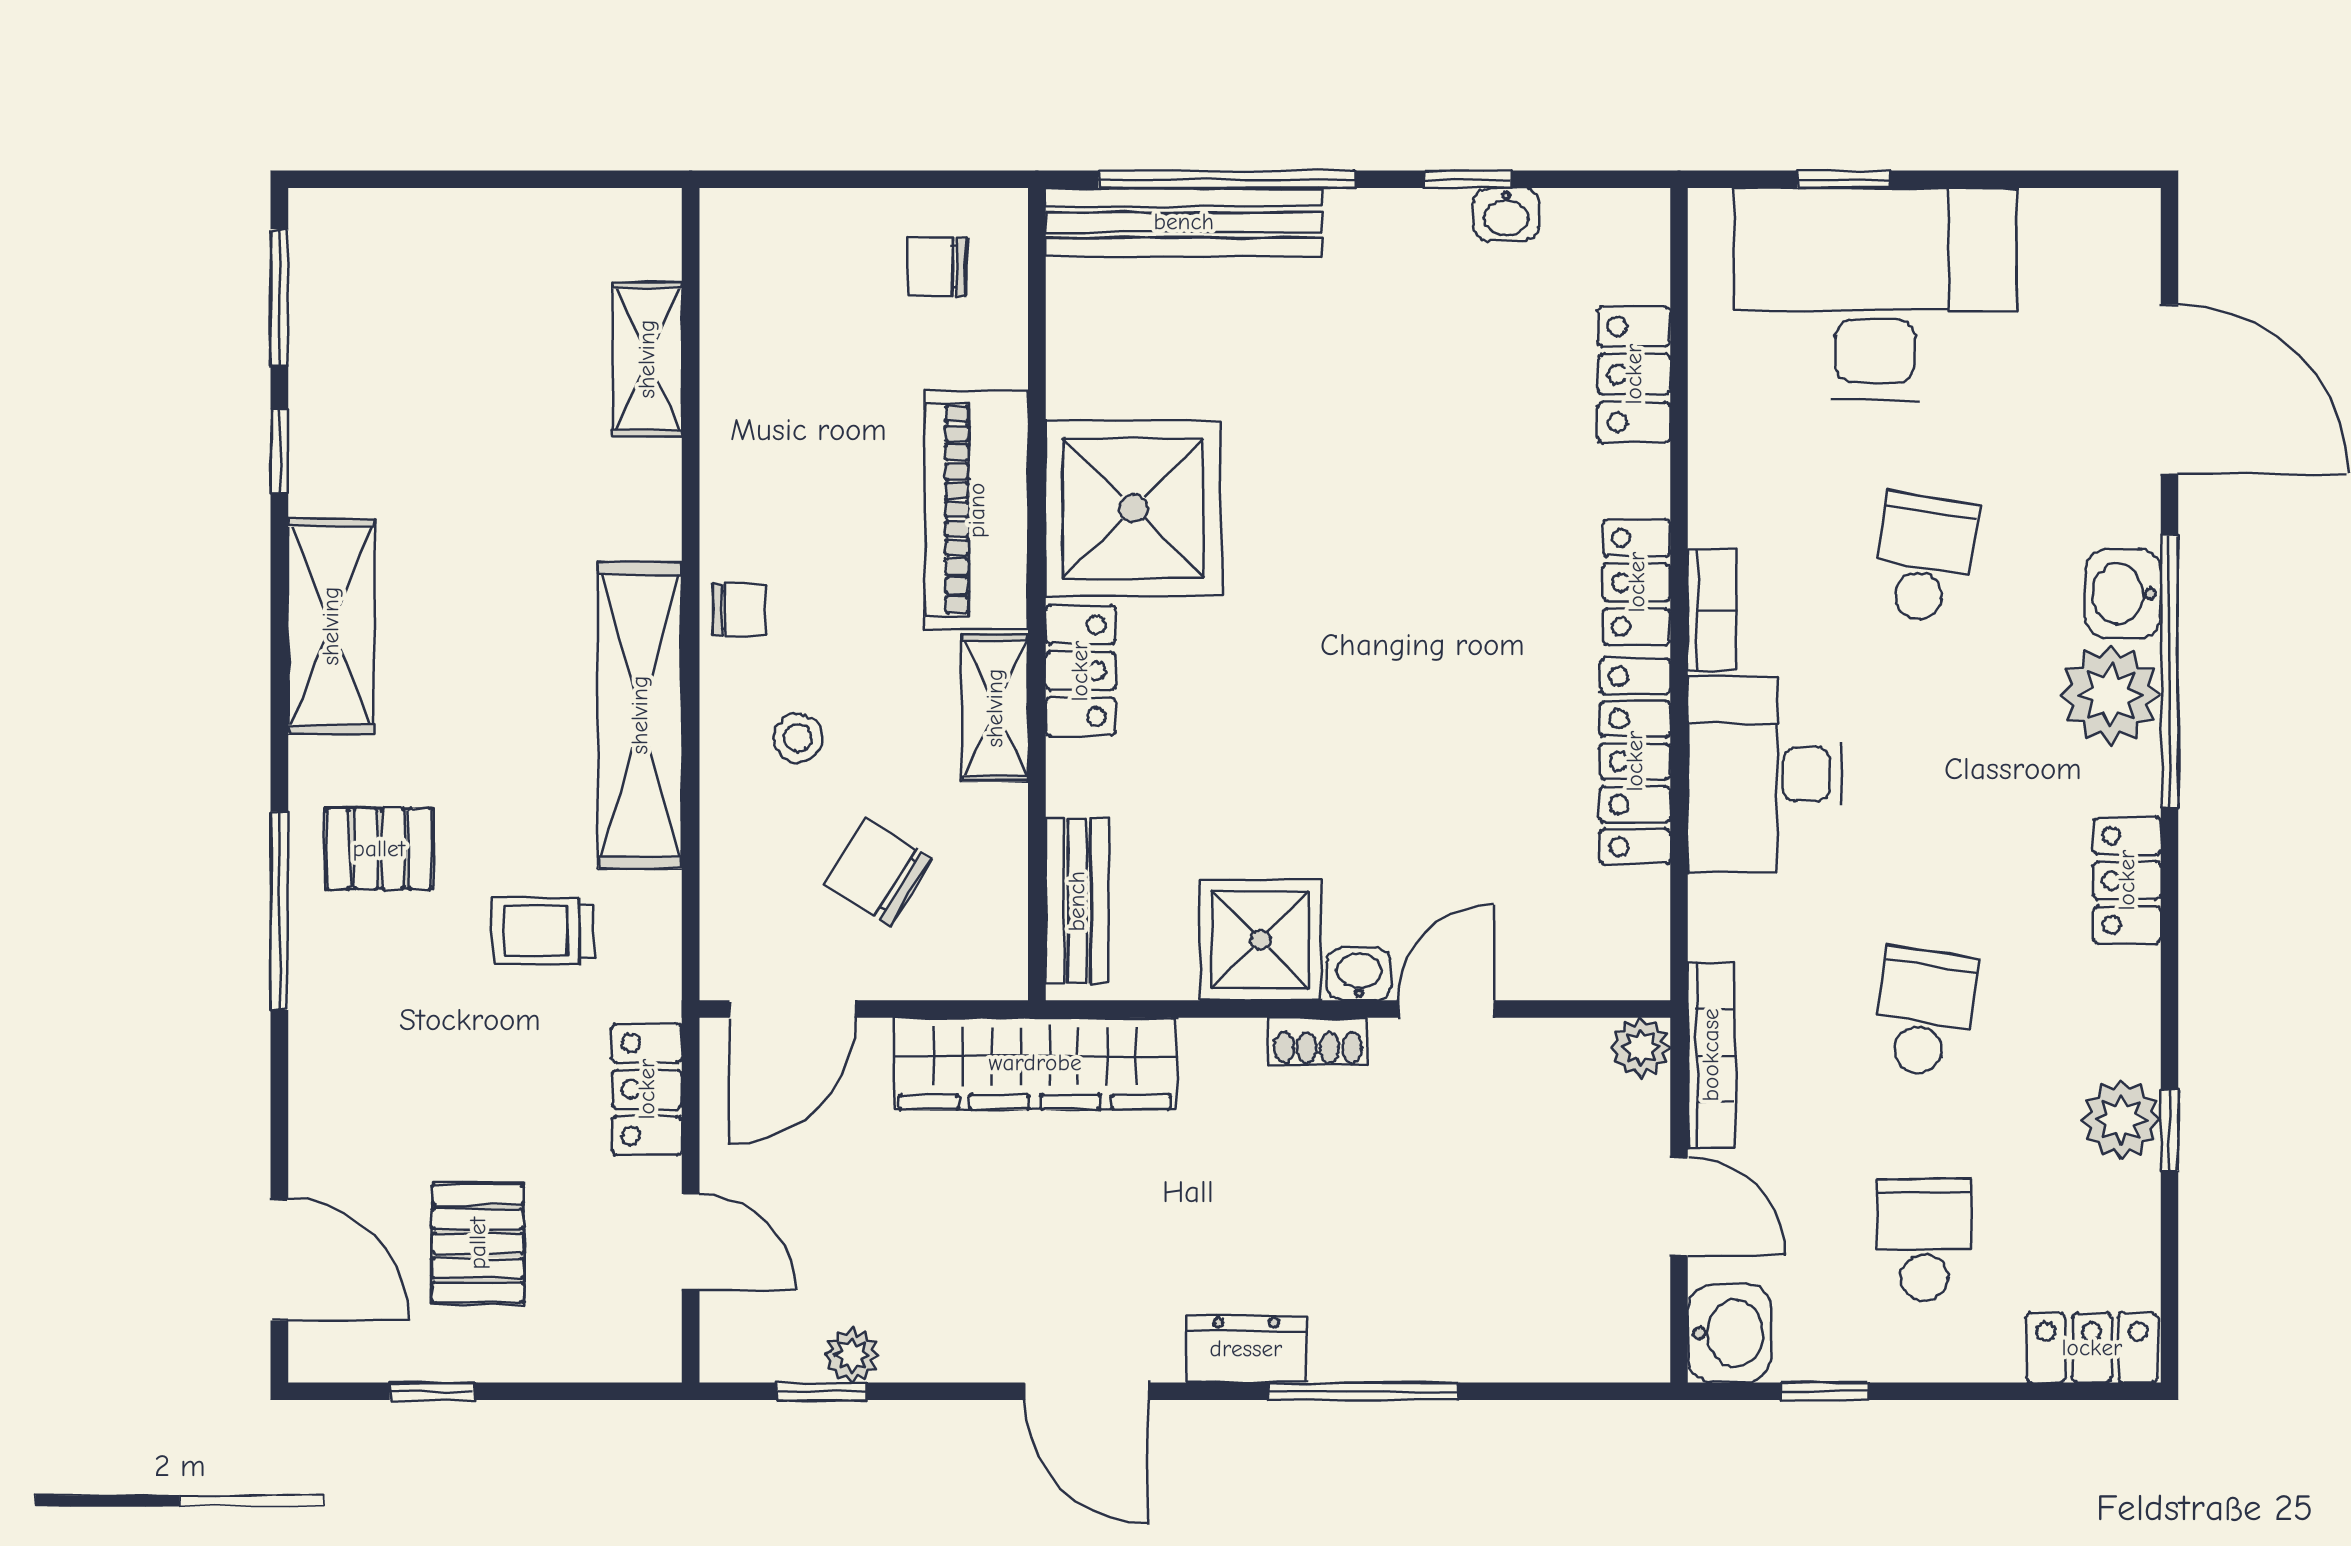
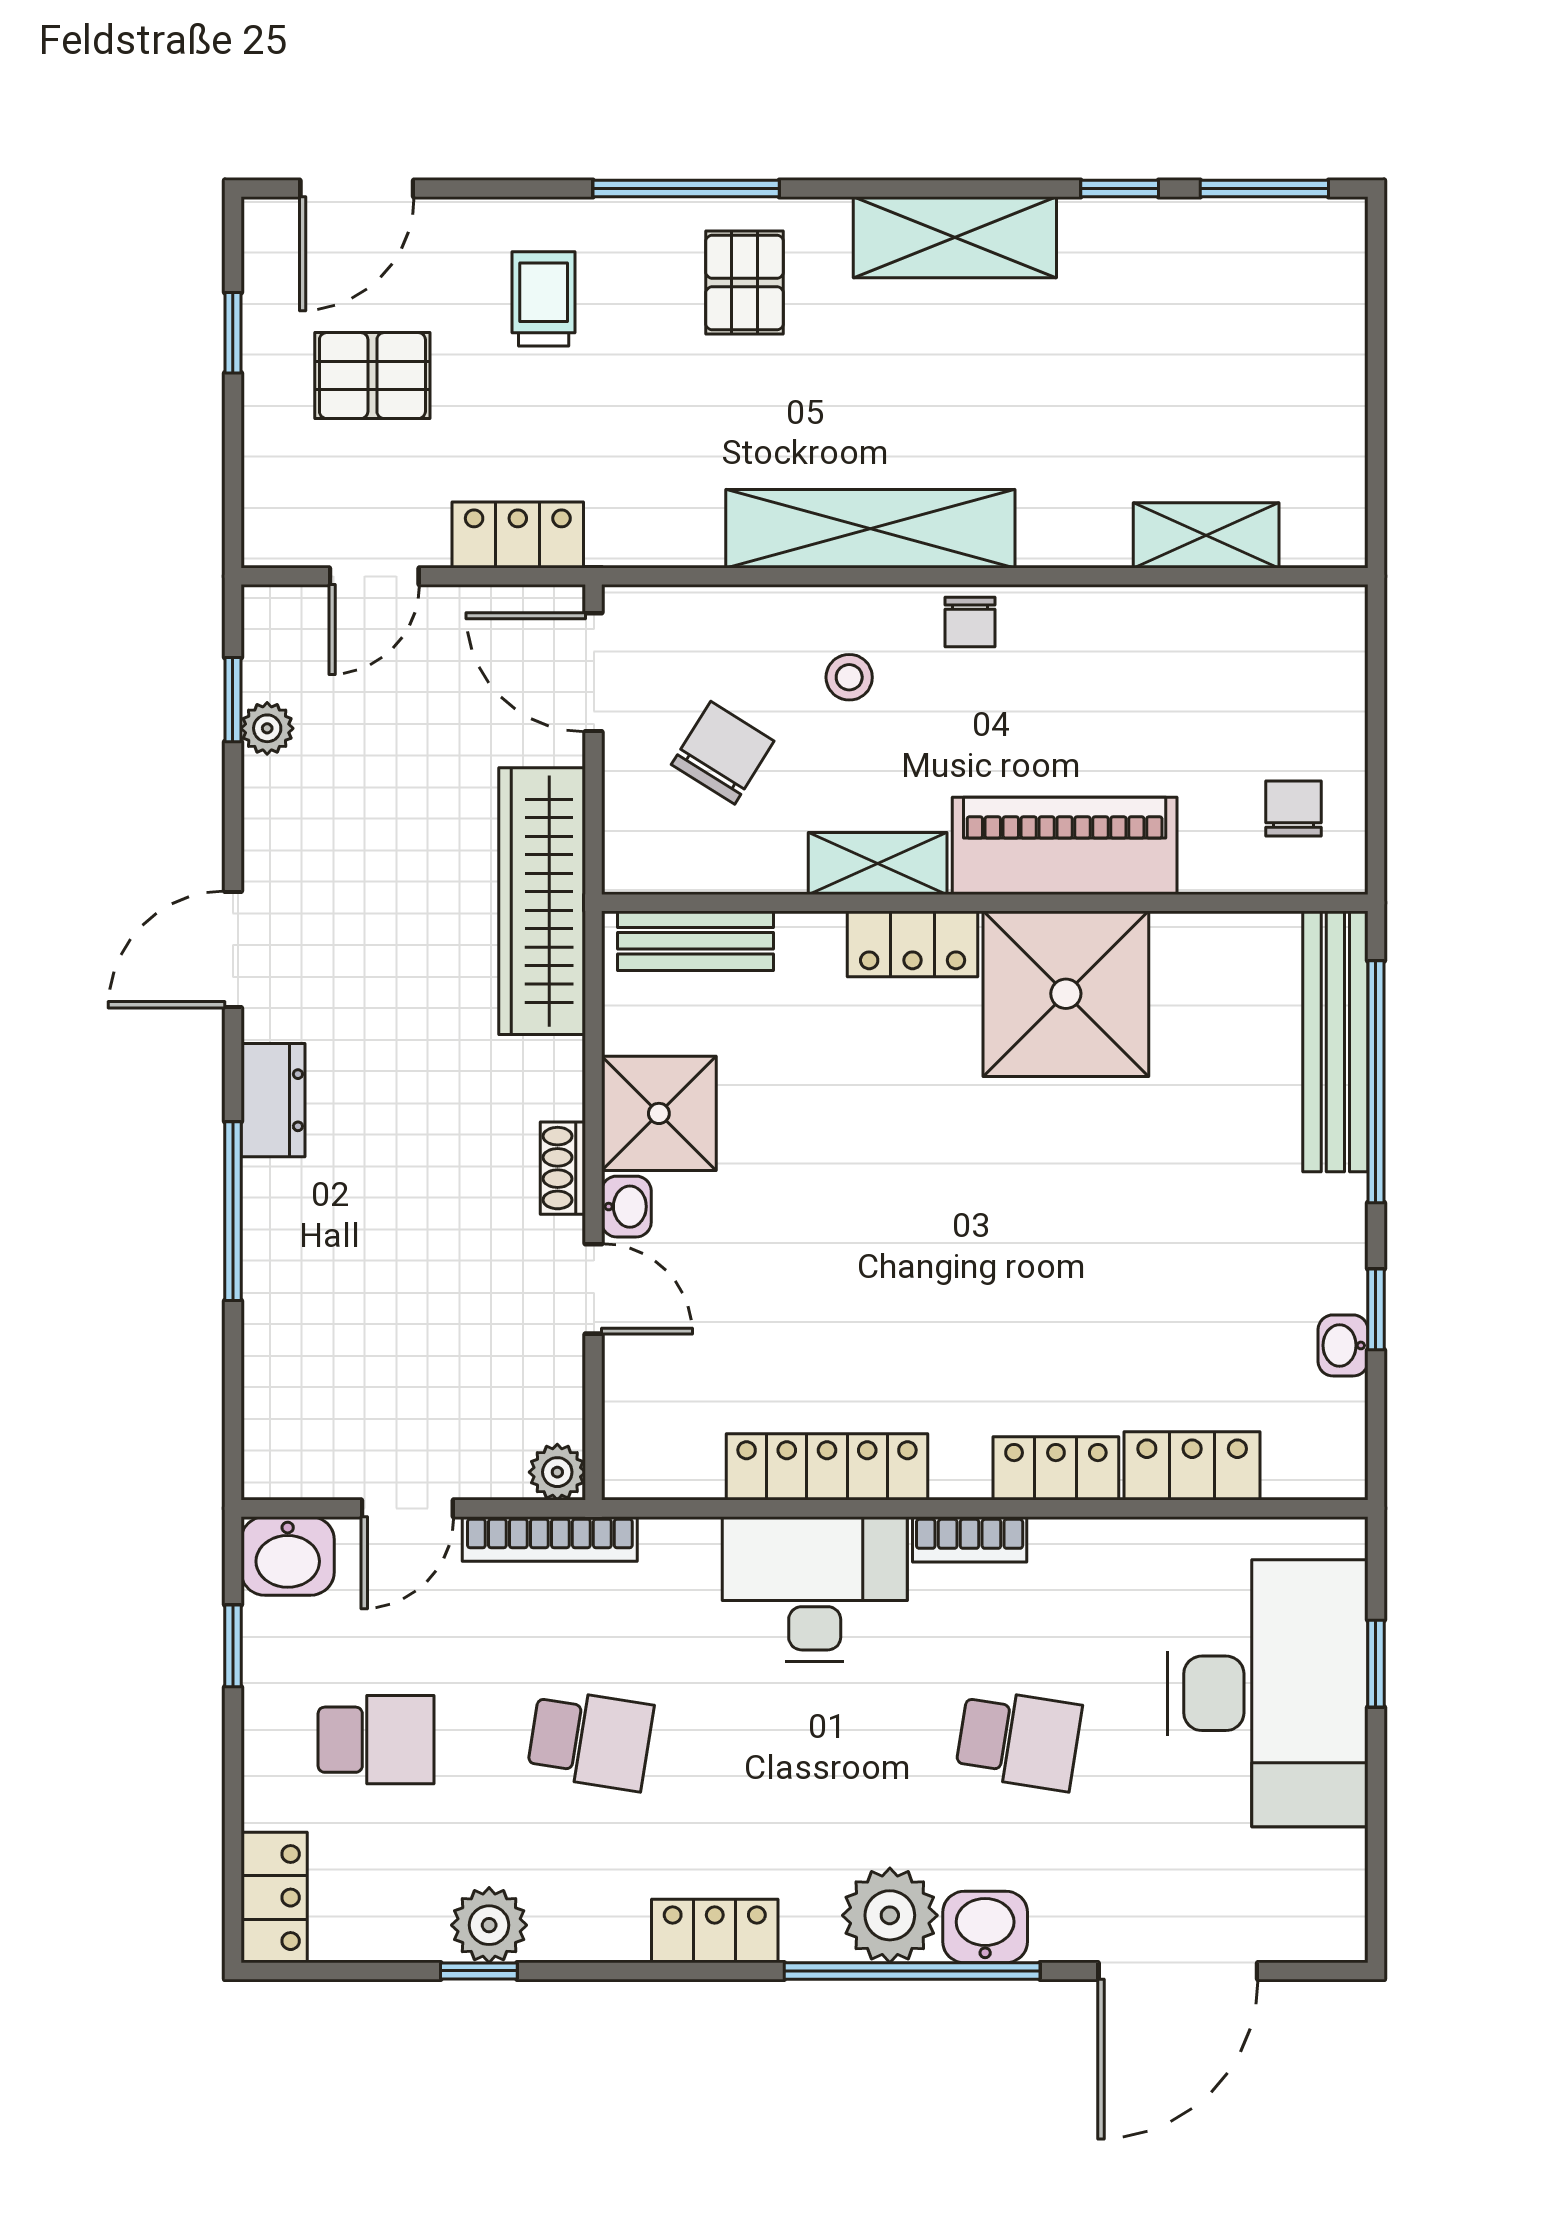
locker: (1637, 582) -> (1056, 1468), moved
trolley: (543, 931) -> (544, 299), moved

